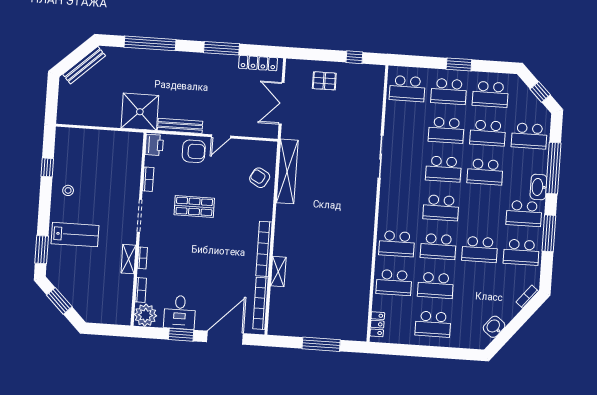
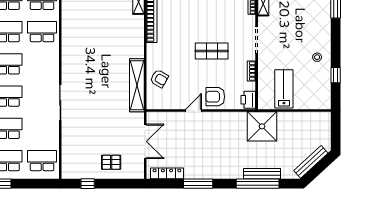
bench: (180, 126) -> (262, 174), moved
lab bench: (75, 235) -> (284, 89), moved, turned 90

